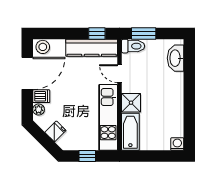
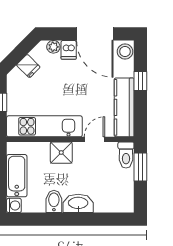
window: (97, 33) -> (140, 81), moved
washbasin: (176, 58) -> (78, 203), moved
bidet: (174, 109) -> (54, 201), added
bathtub: (130, 132) -> (17, 176), moved, turned -90

